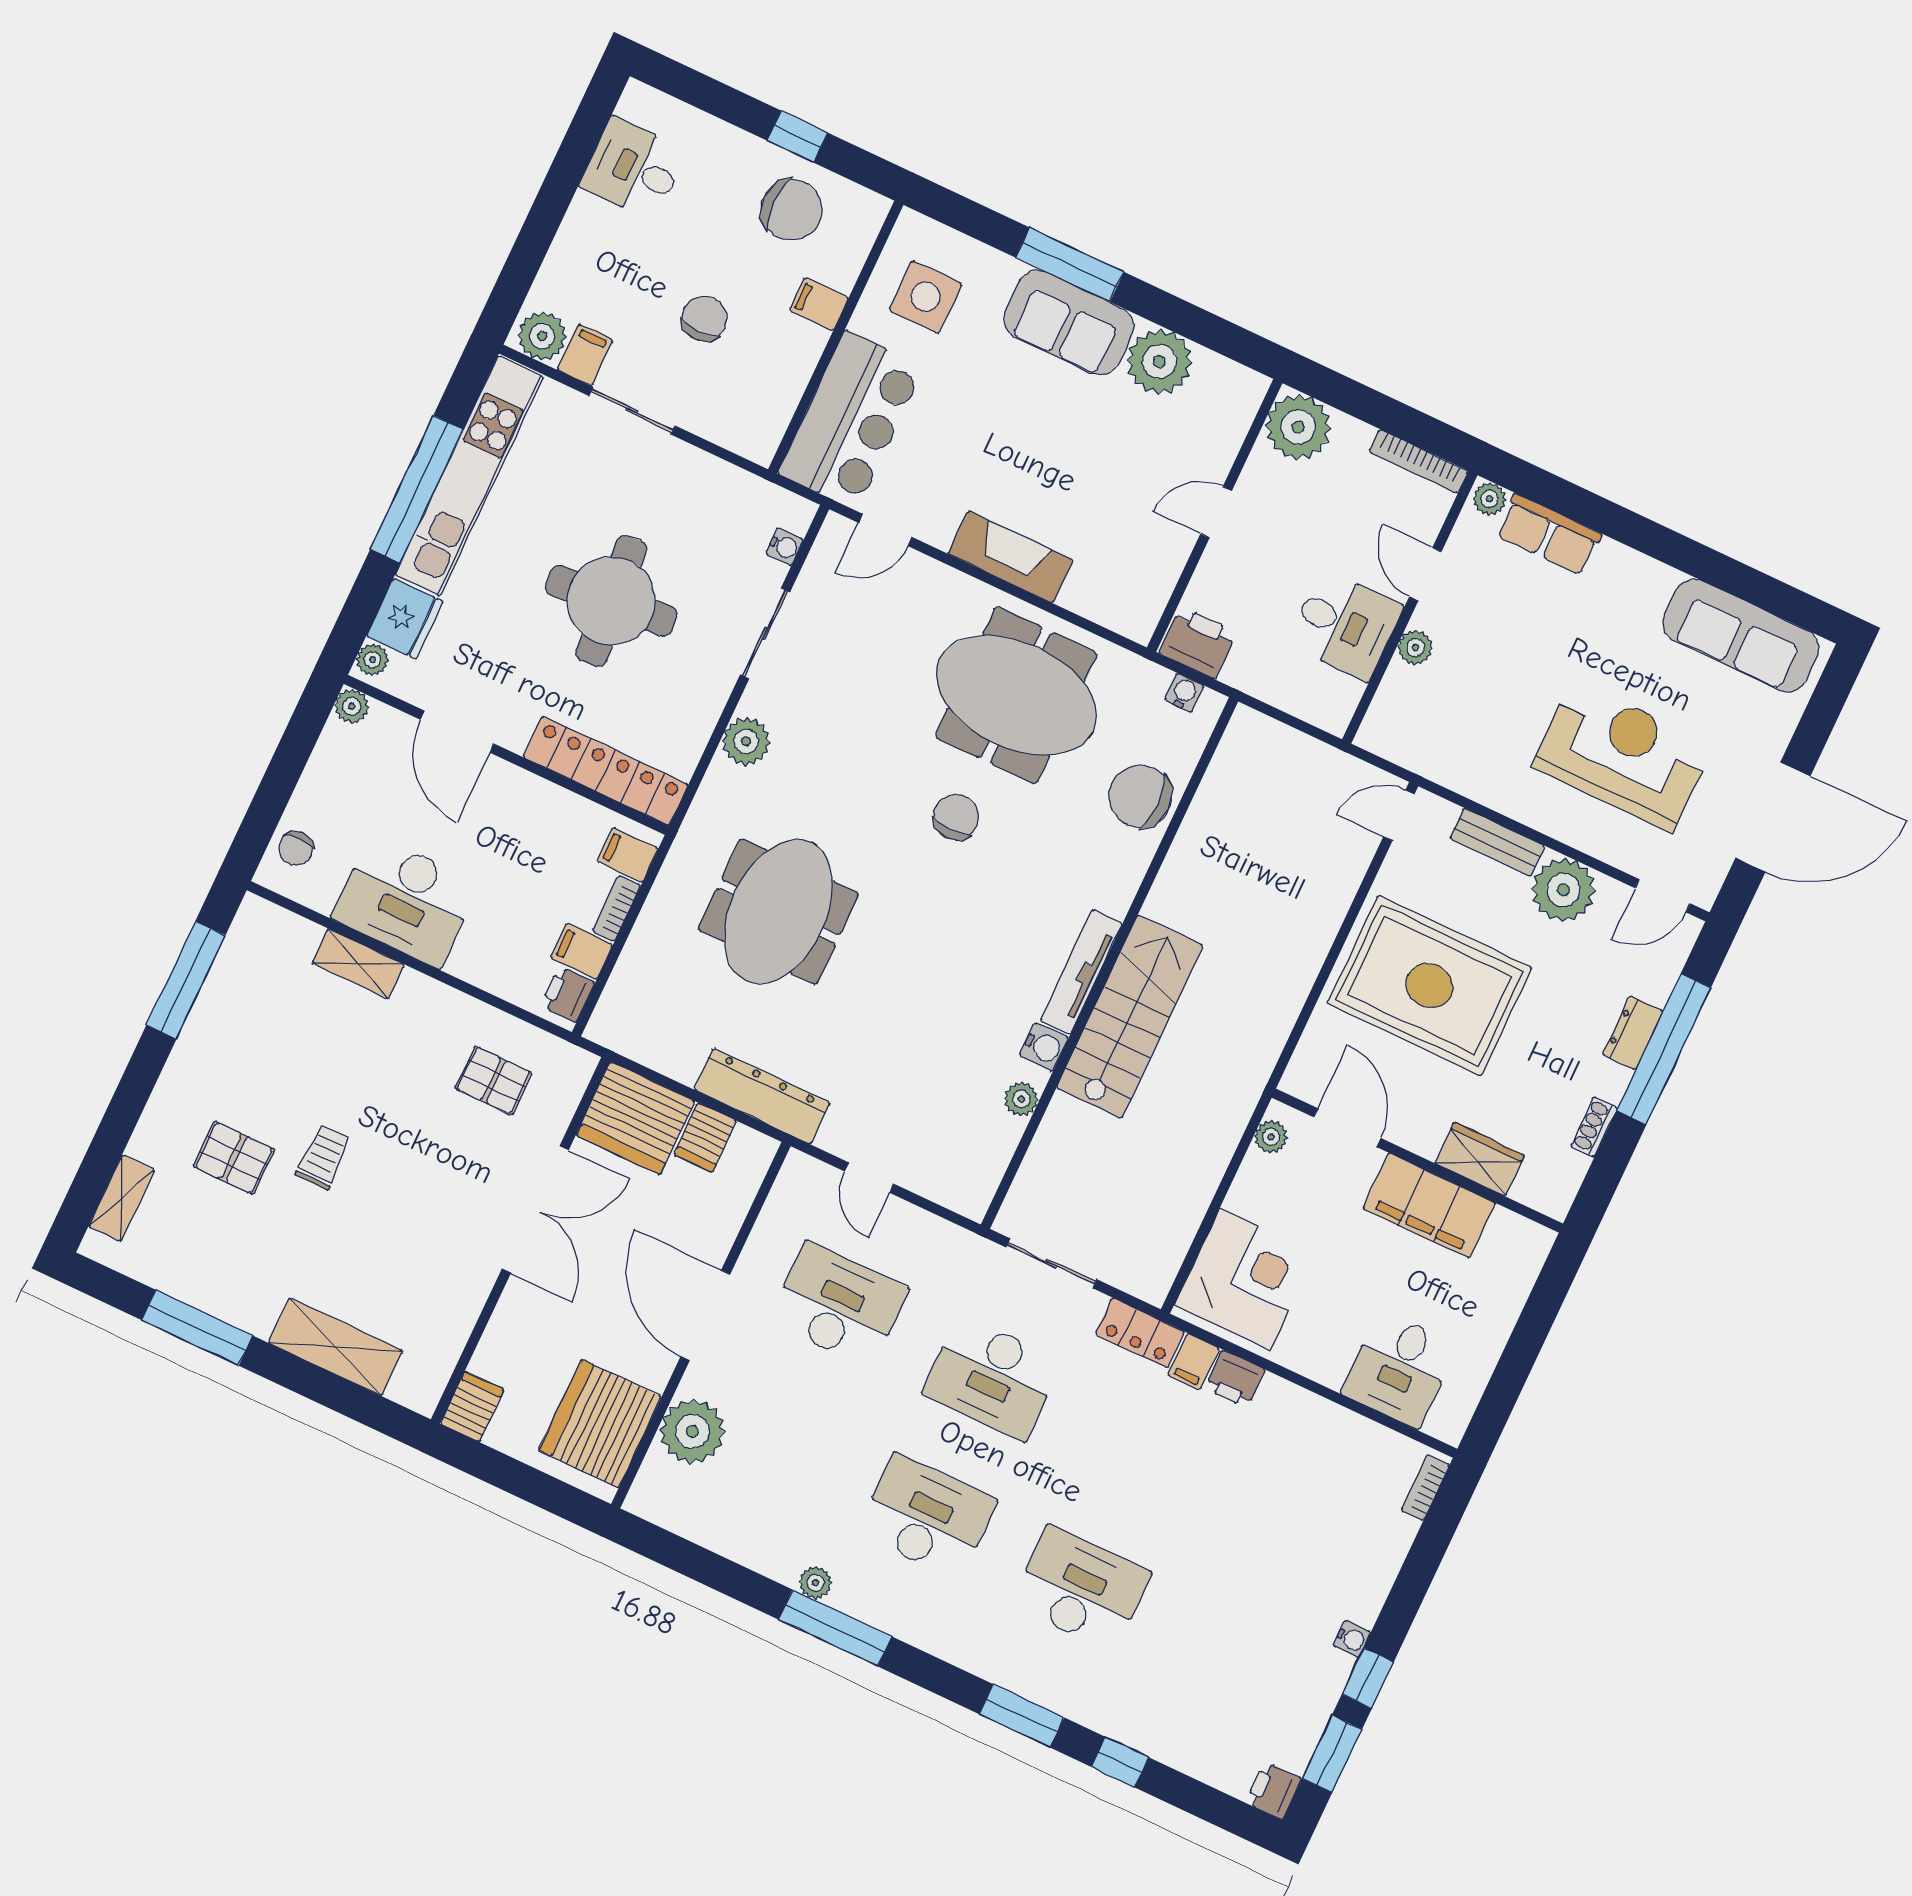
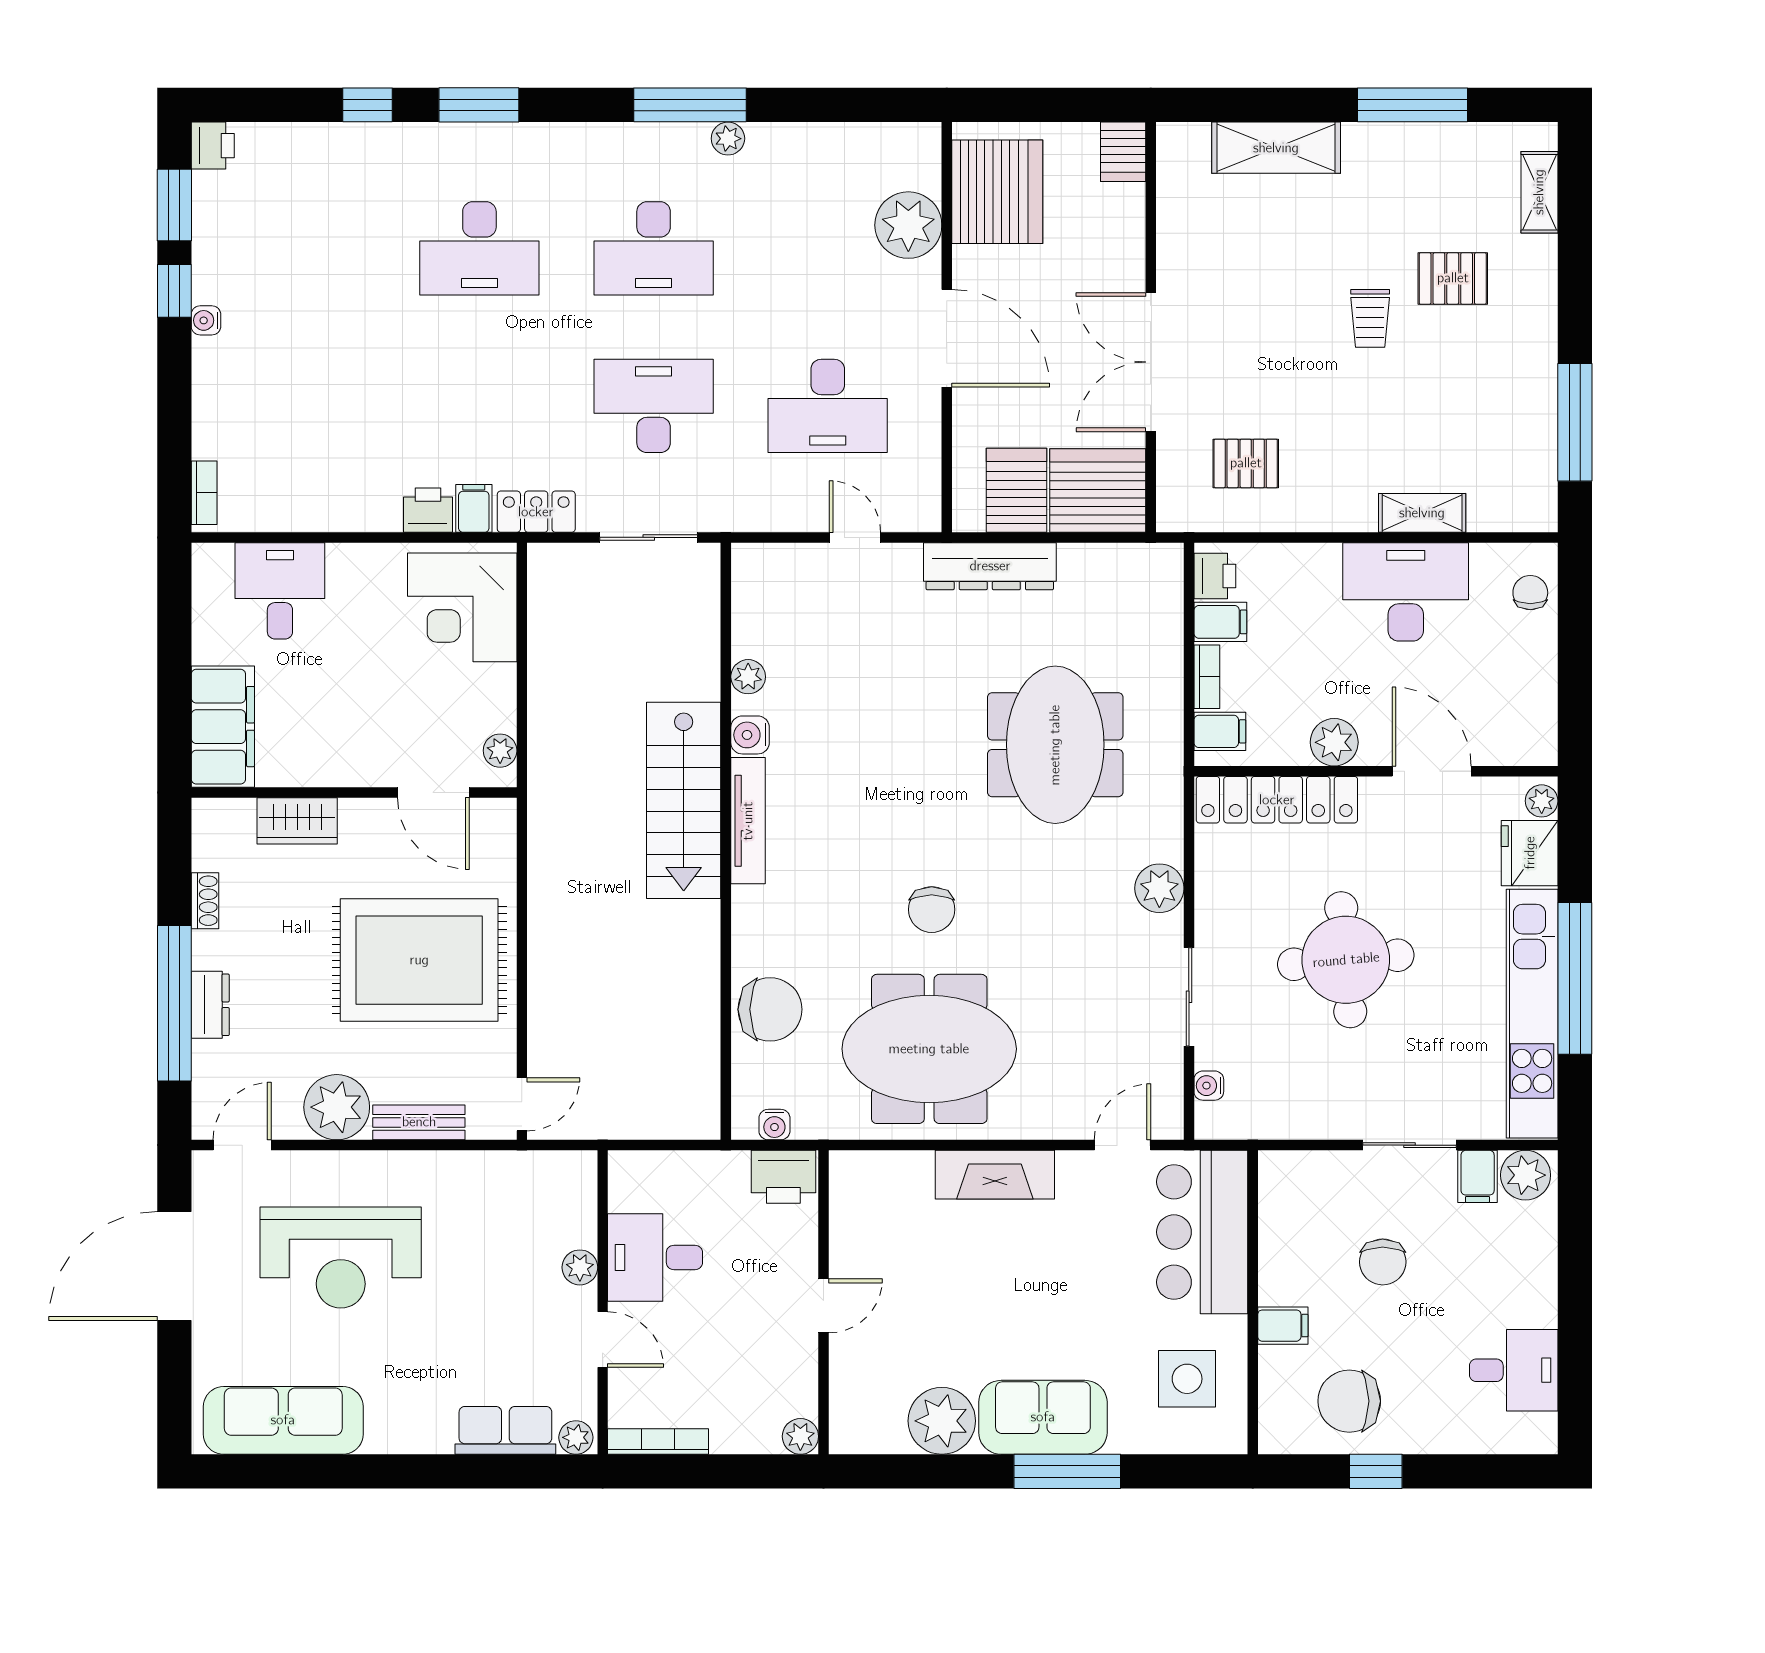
plant: (1298, 427) -> (800, 1436), width x0.53, depth x0.53
plant: (352, 706) -> (1334, 742), moved, width x1.38, depth x1.38
server rack: (705, 1138) -> (1016, 490), width x1.36, depth x1.44
filing cabinet: (1429, 1206) -> (223, 727), moved, turned 90

